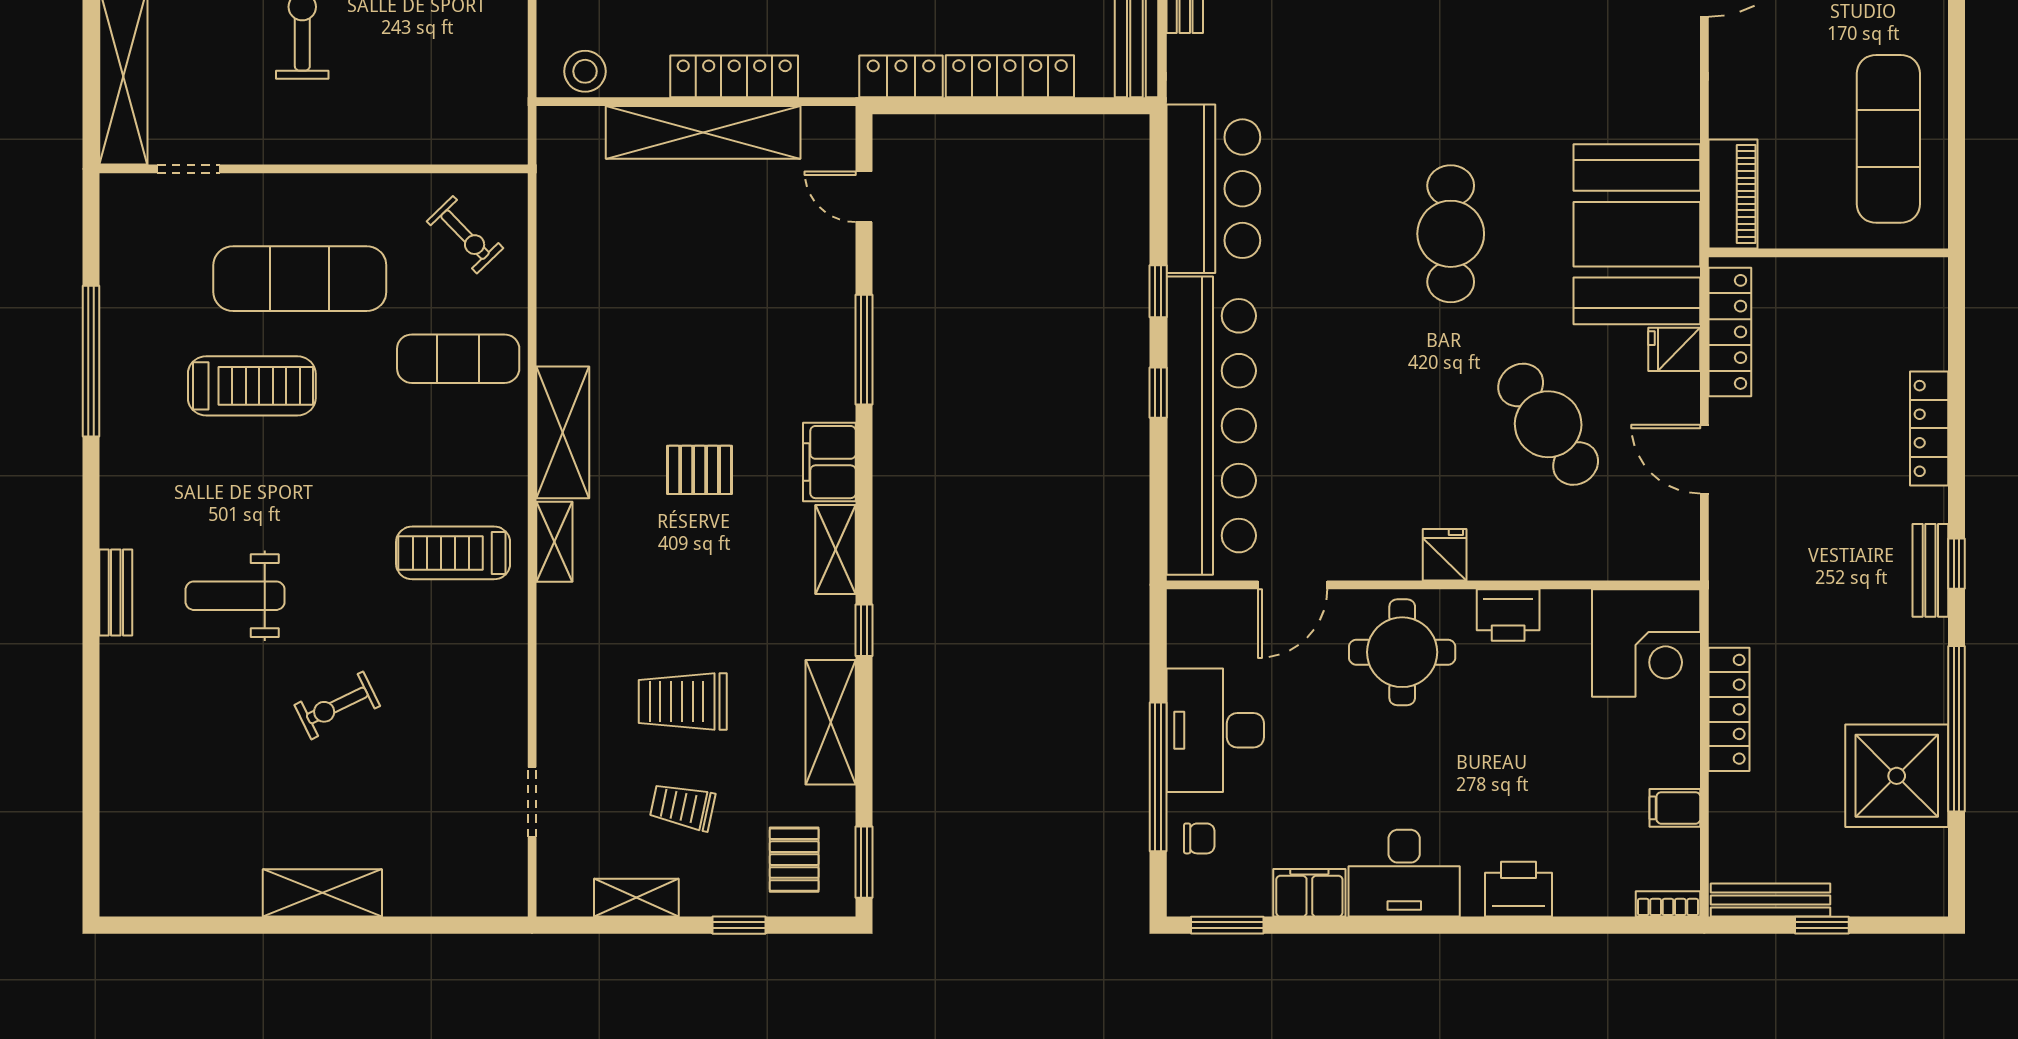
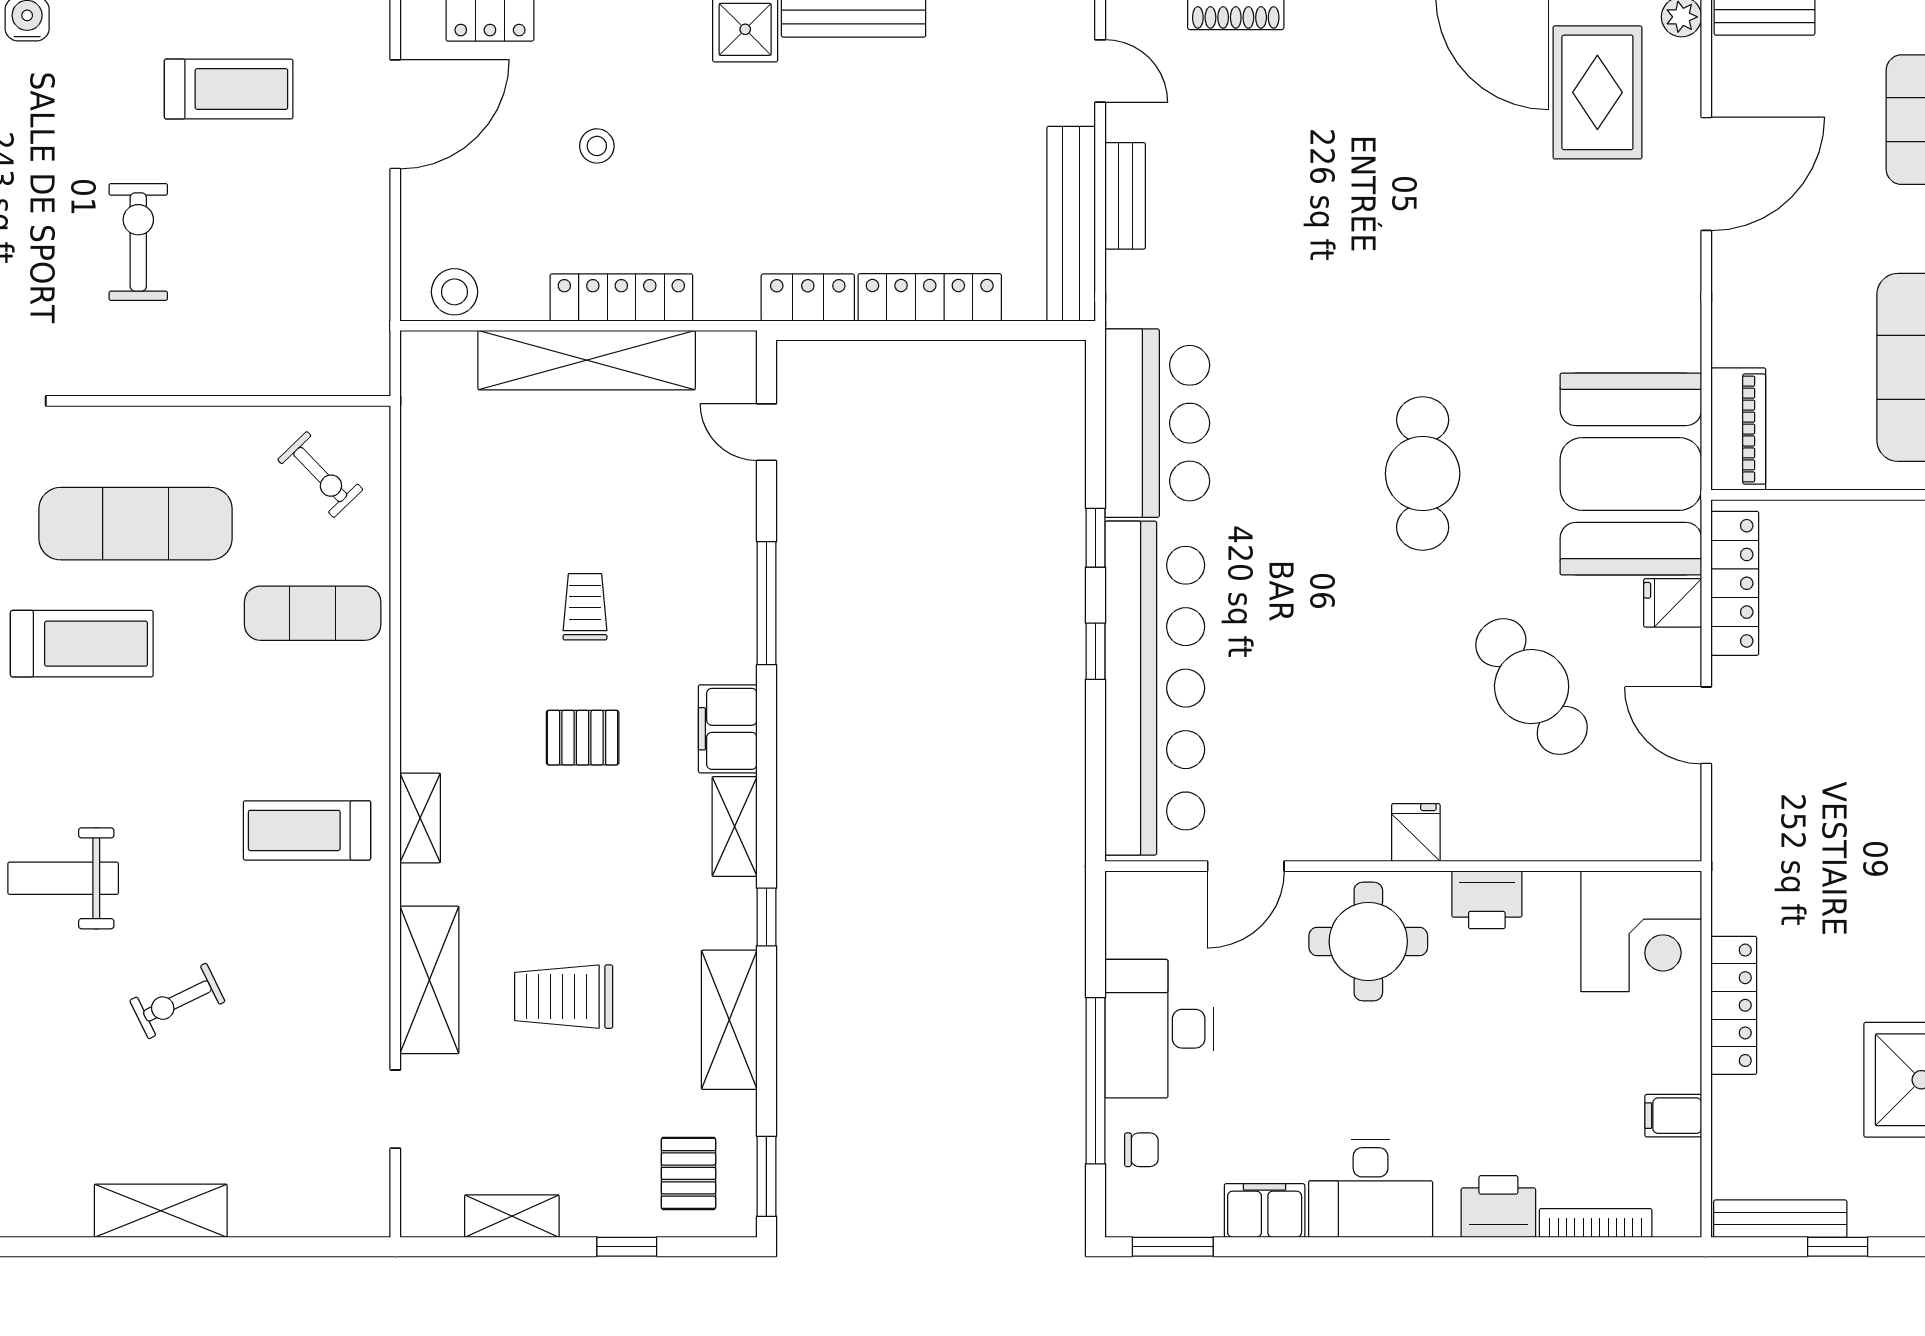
shelving: (563, 432) -> (429, 980), moved
trolley: (682, 807) -> (585, 607), moved, turned 78
bookcase: (1668, 904) -> (1596, 1223), moved, width x1.56

